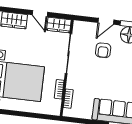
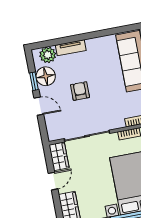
armchair: (103, 50) -> (80, 91), moved, turned -90

